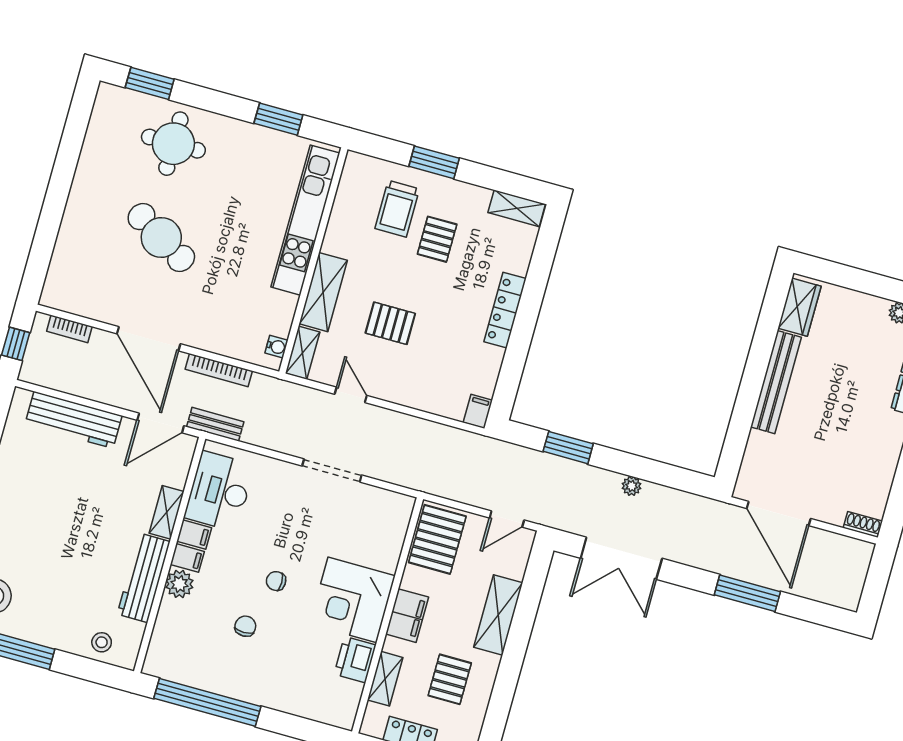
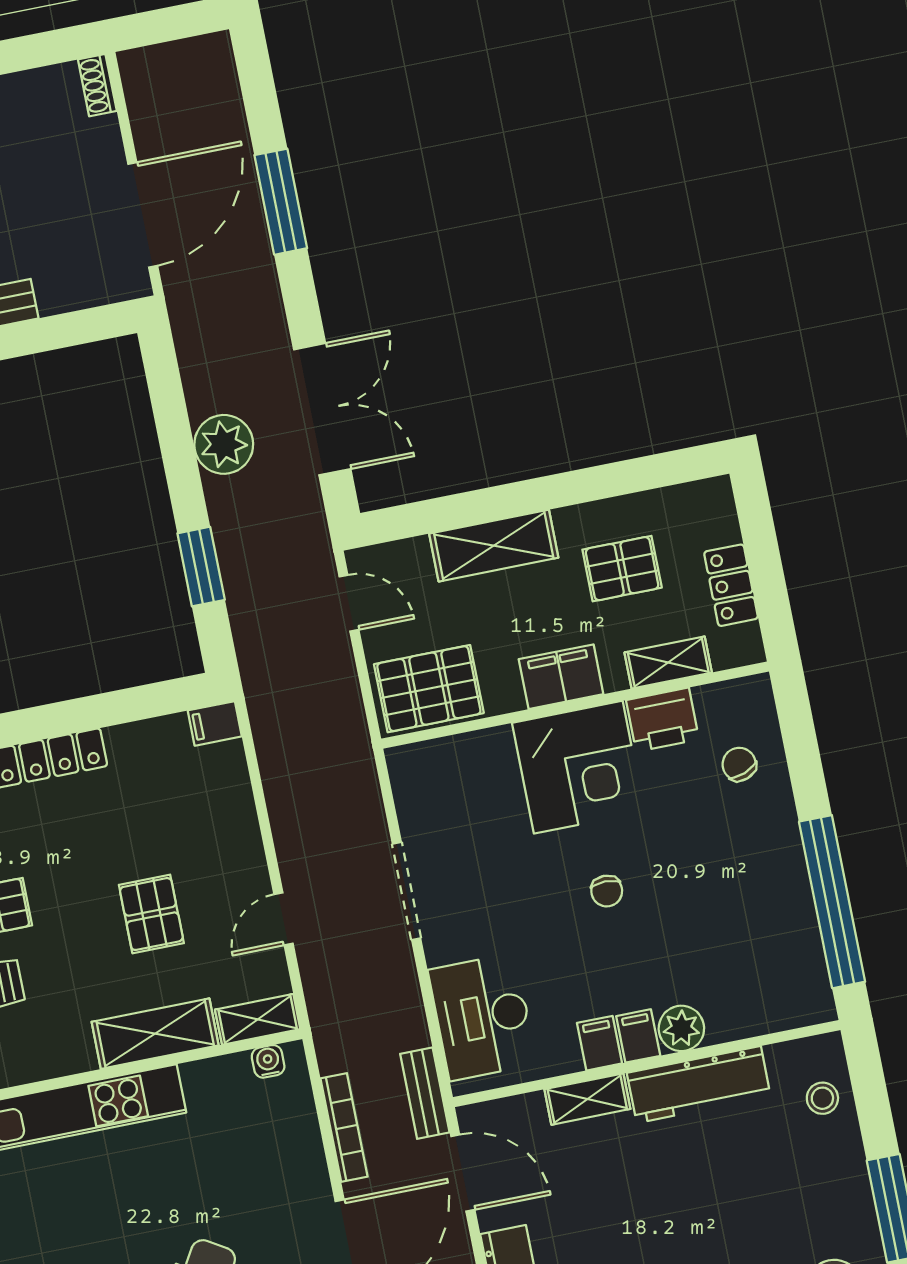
plant: (632, 486) -> (224, 444), width x1.88, depth x1.88
desk: (219, 491) -> (482, 1017), moved, turned 90
chair: (245, 626) -> (739, 764), moved, turned 69

